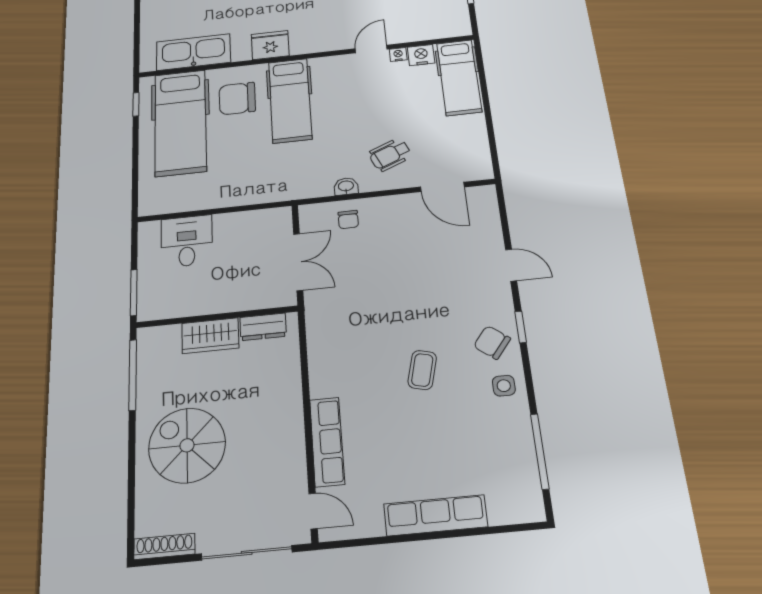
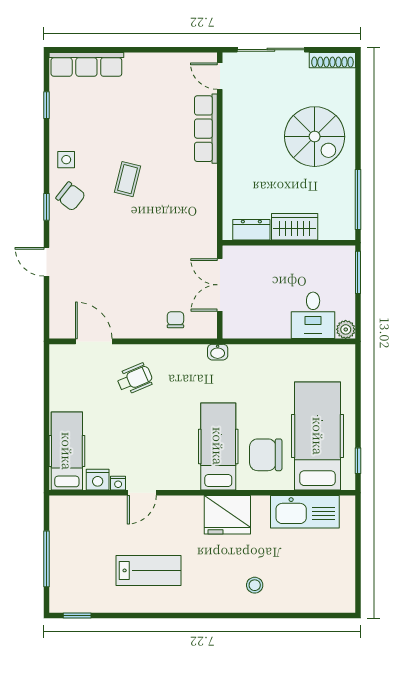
fridge: (270, 45) -> (227, 515), width x1.36, depth x1.34
chair: (237, 99) -> (266, 455), turned 180
washbasin: (346, 186) -> (218, 352), moved
plant: (149, 231) -> (346, 329), added
window: (540, 451) -> (47, 105), width x0.46
row of seats: (436, 515) -> (86, 64), moved

